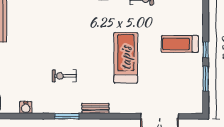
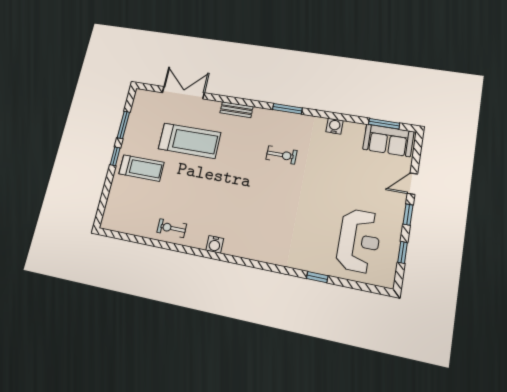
treadmill: (126, 58) -> (189, 141), moved, turned -90
bench: (95, 108) -> (236, 110), moved

